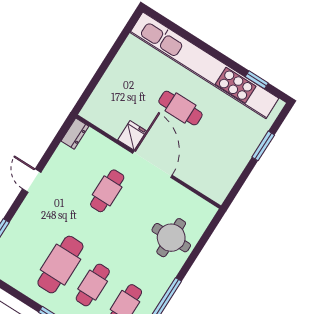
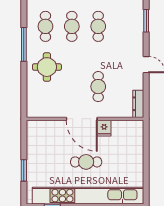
dresser: (75, 134) -> (138, 104), width x1.44
round table: (171, 238) -> (47, 67), moved
cafe table: (60, 265) -> (98, 26), width x0.73, depth x0.74

